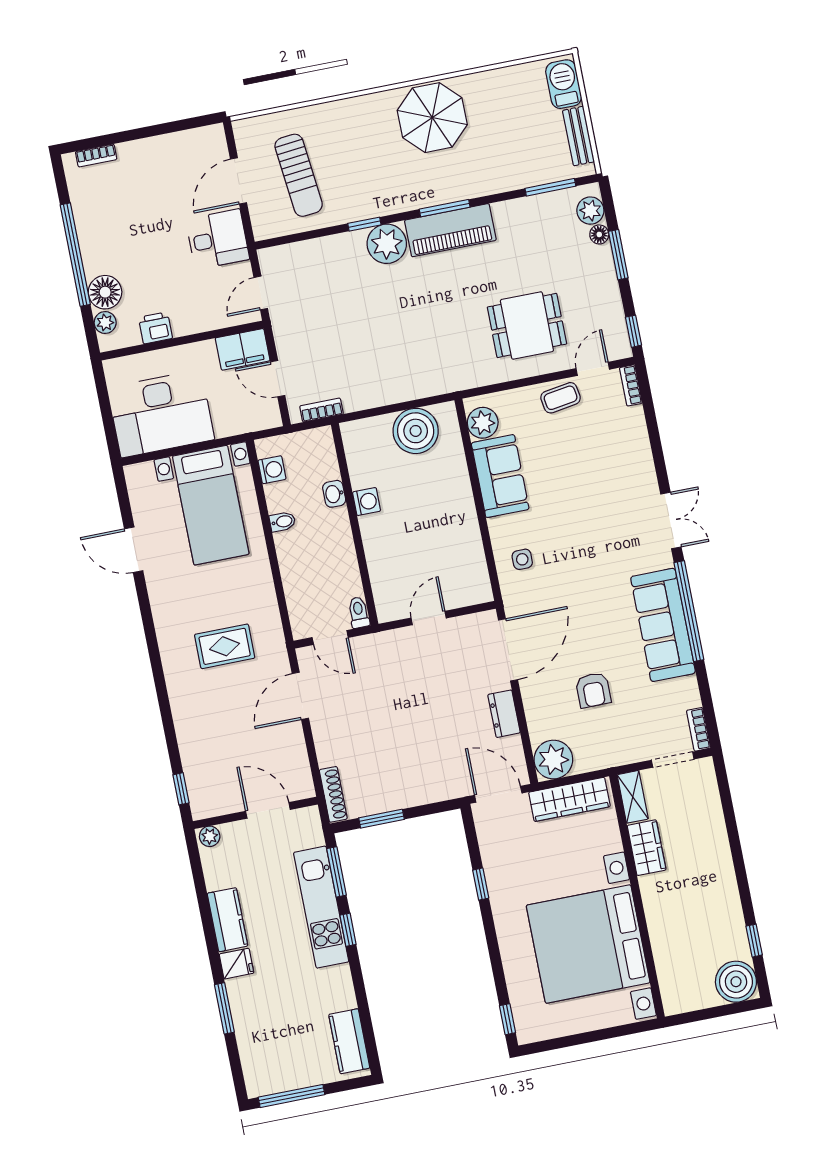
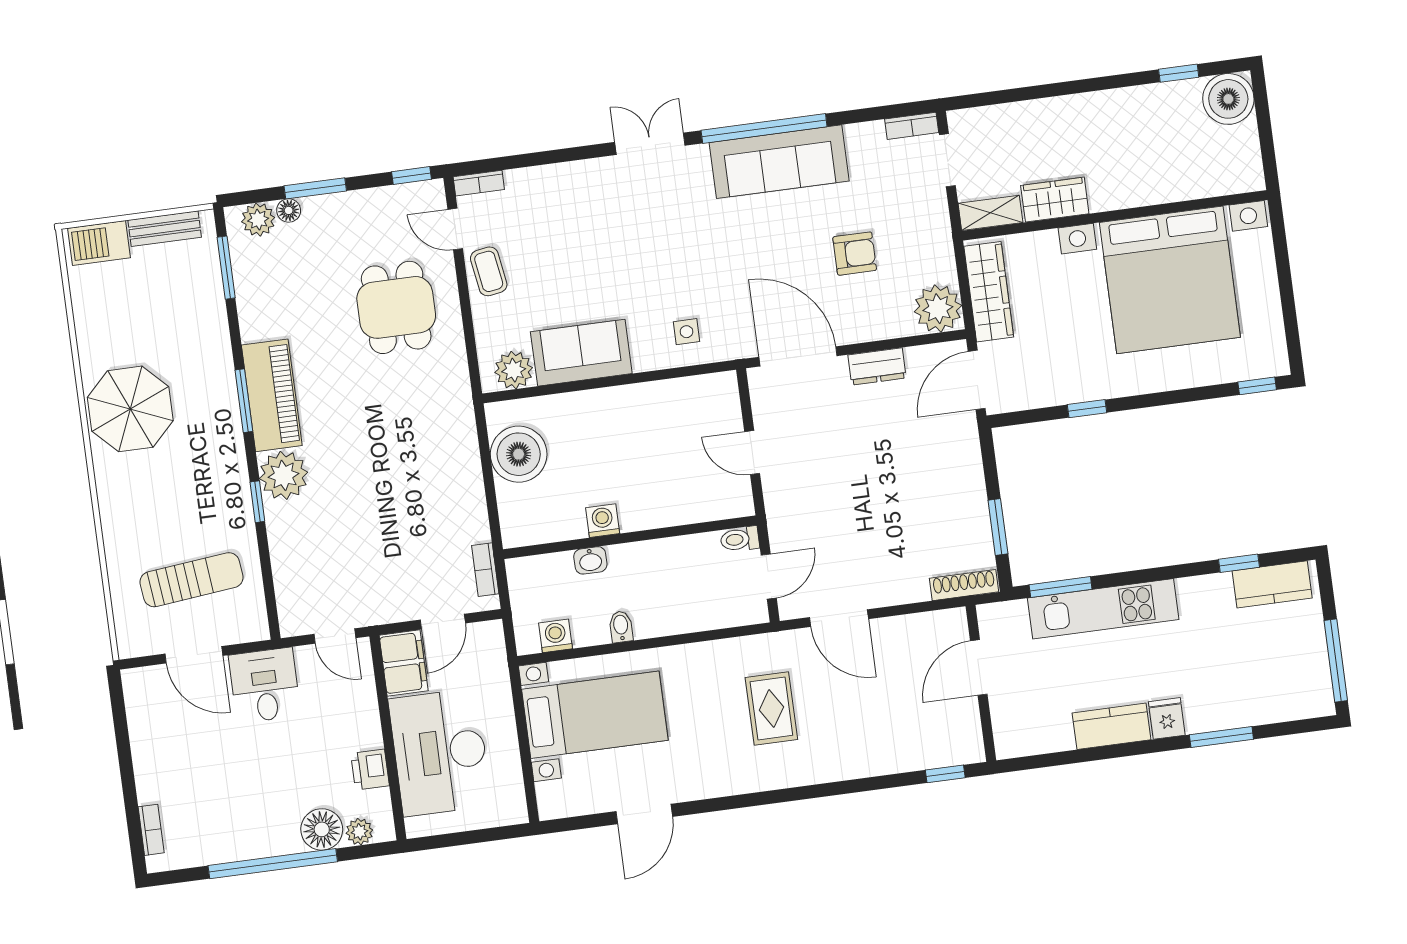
desk: (161, 414) -> (440, 752), moved, turned 180
plant: (210, 836) -> (1006, 742), removed
window: (348, 930) -> (1239, 563), moved

